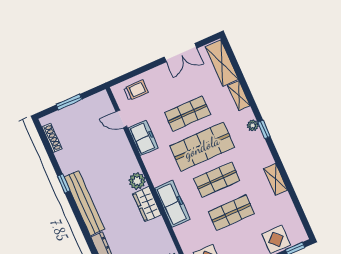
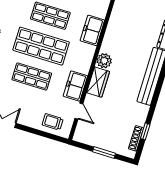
window: (64, 183) -> (145, 131), moved
wardrobe: (147, 204) -> (98, 82), moved
freezer: (172, 204) -> (92, 30), width x0.71

